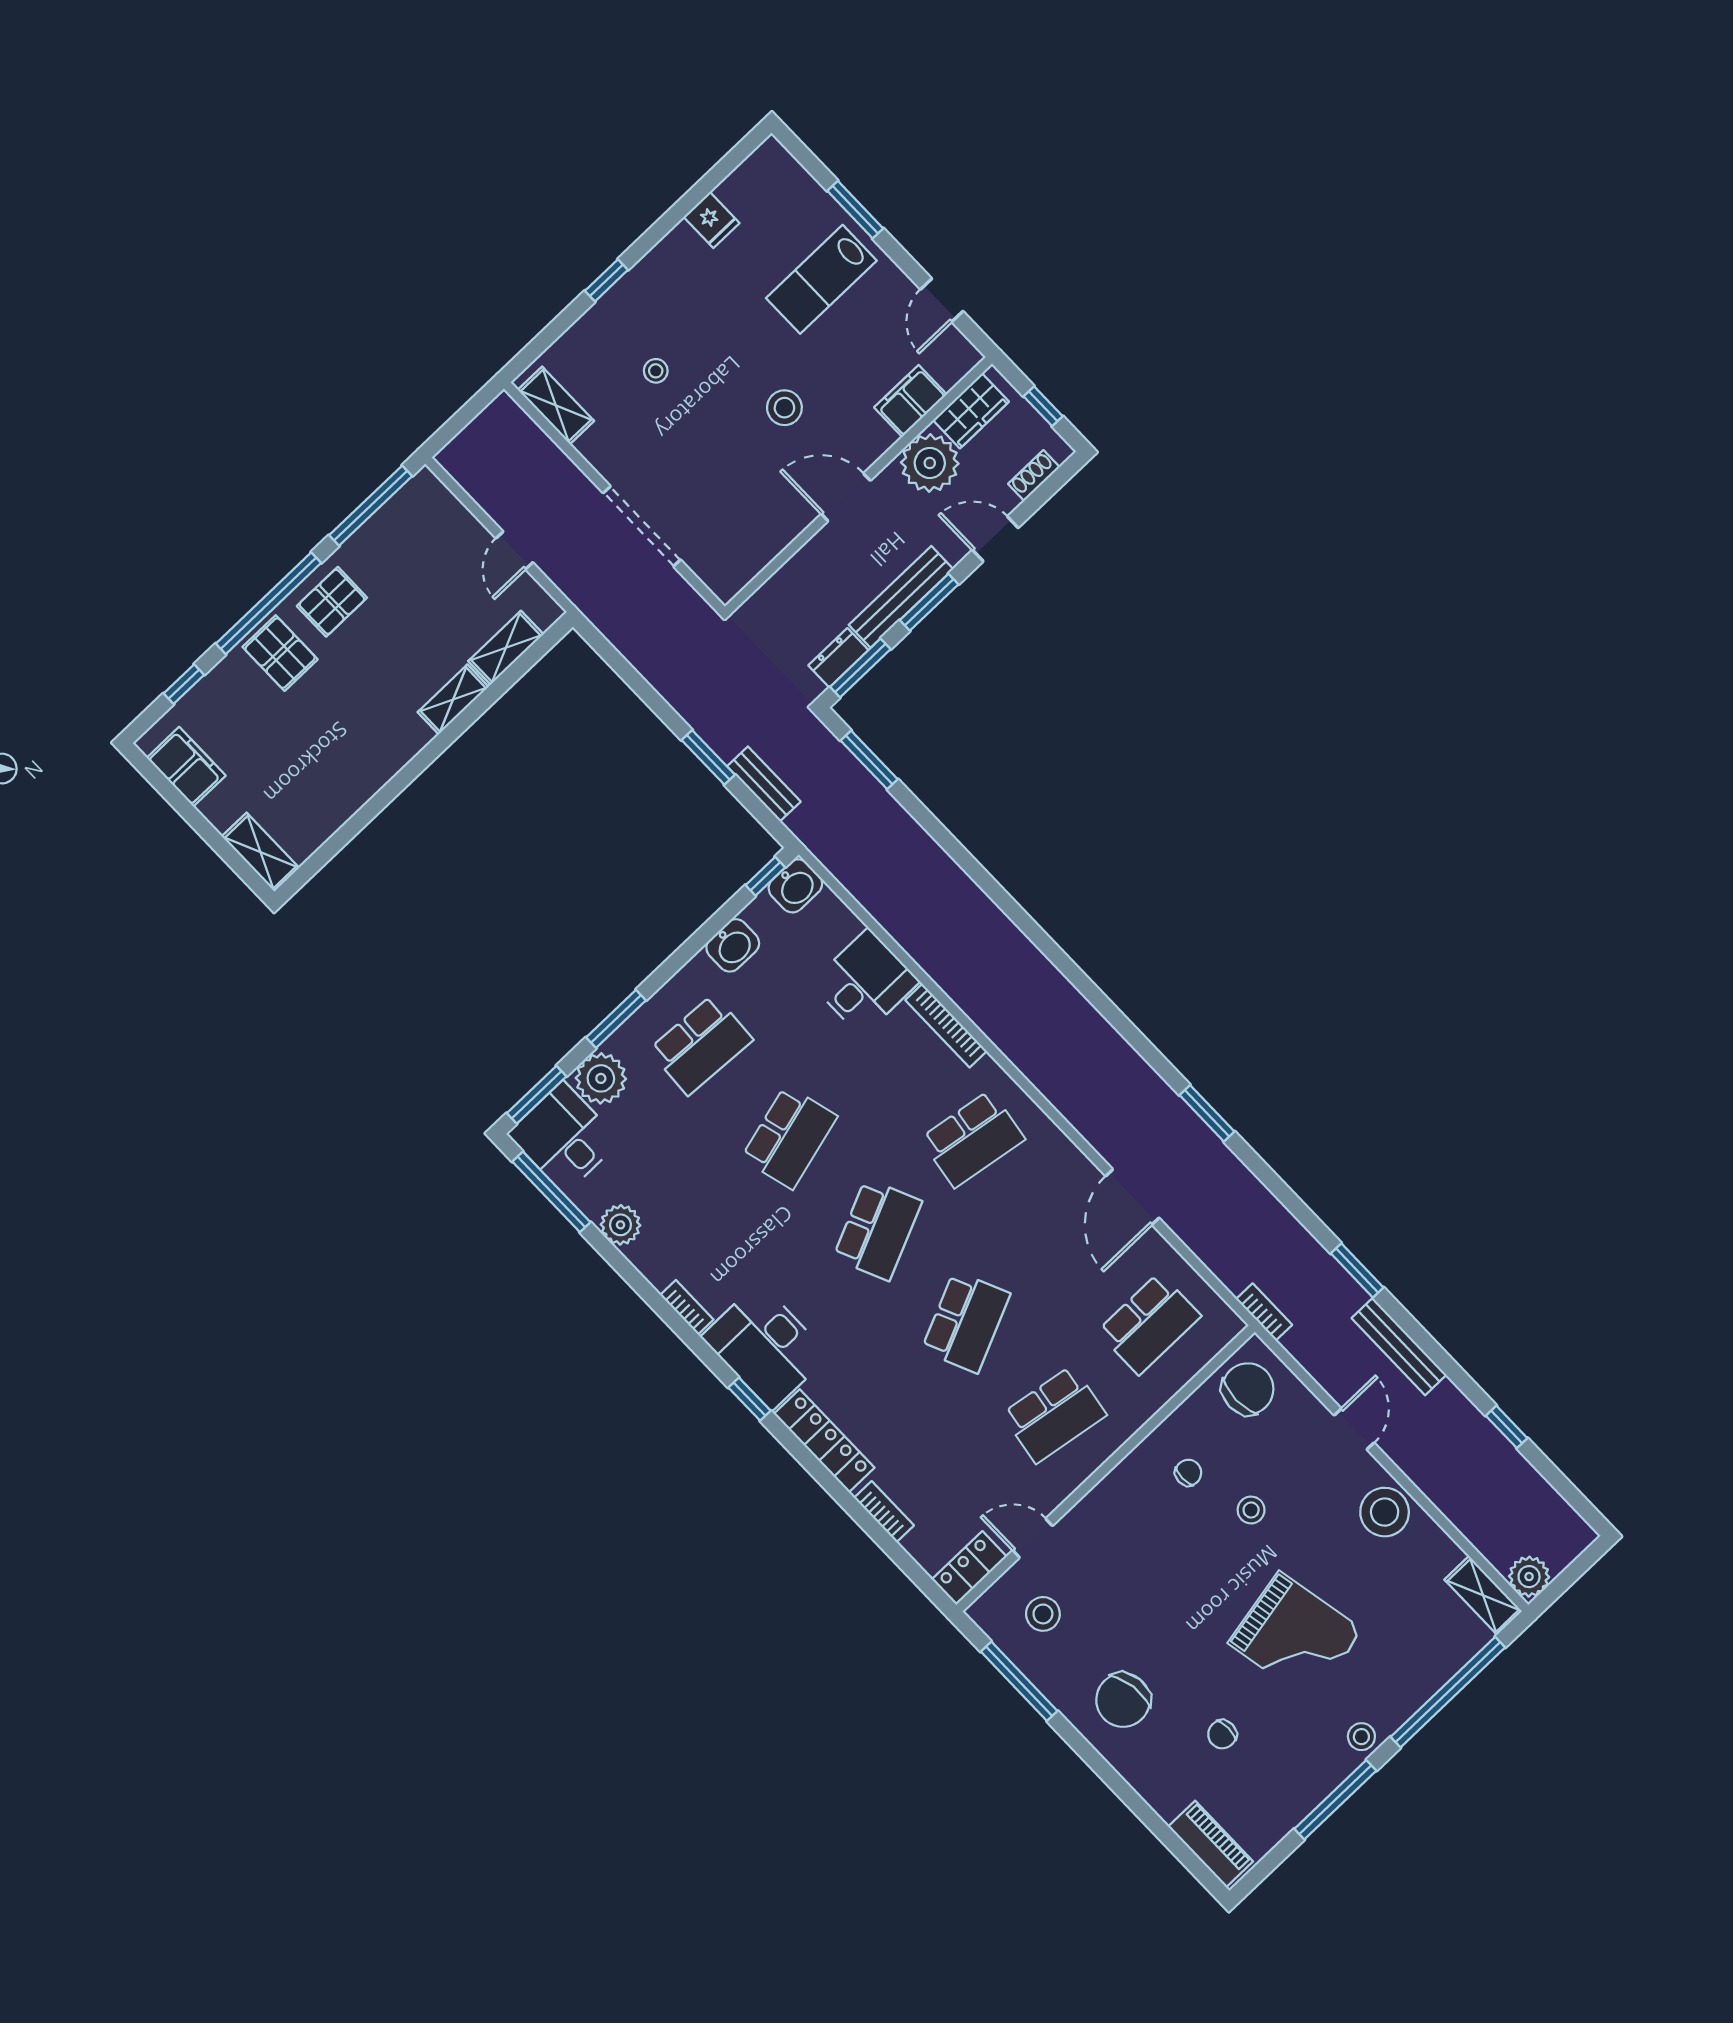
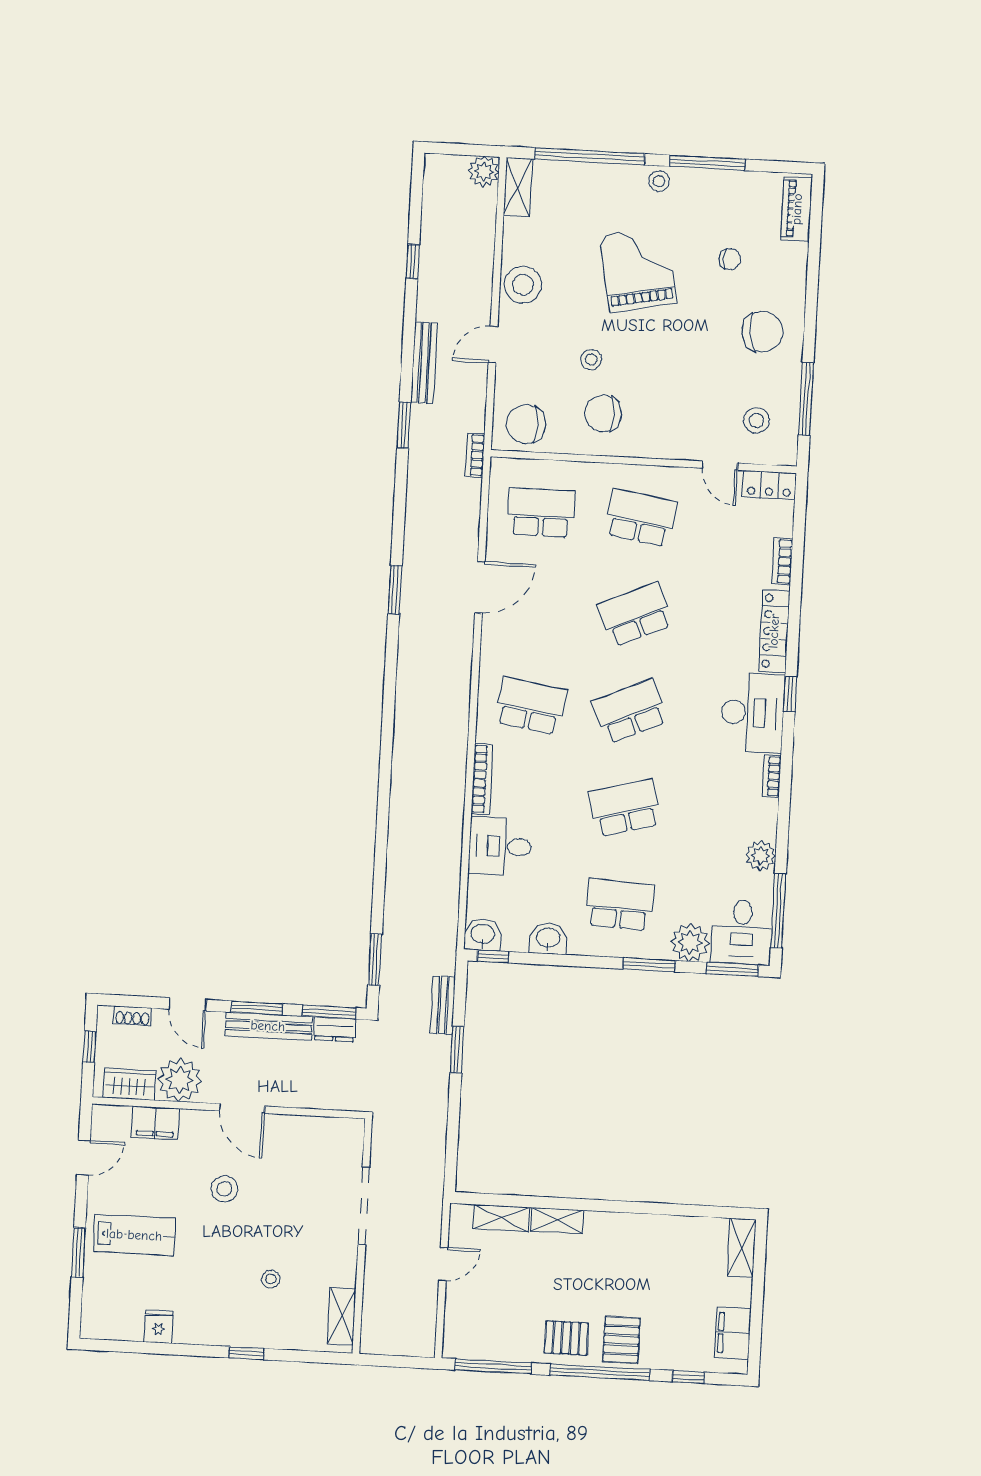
chair: (1188, 1473) -> (603, 414), width x1.87, depth x1.87

